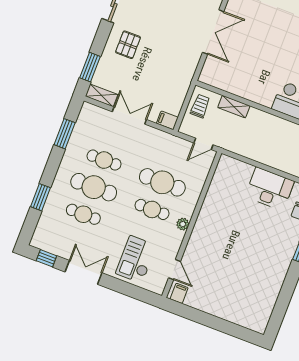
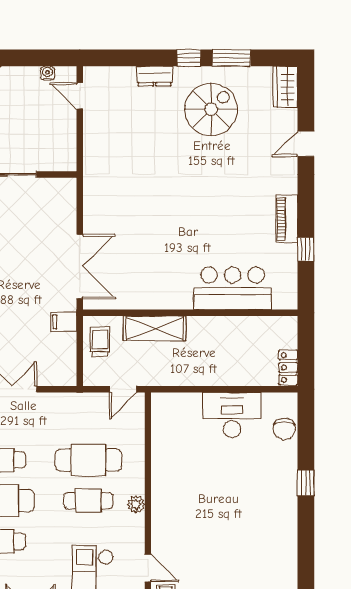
double door: (213, 32) -> (80, 266), moved
shelving: (234, 107) -> (155, 328), width x1.50, depth x1.33
filing cabinet: (167, 120) -> (64, 322), moved

